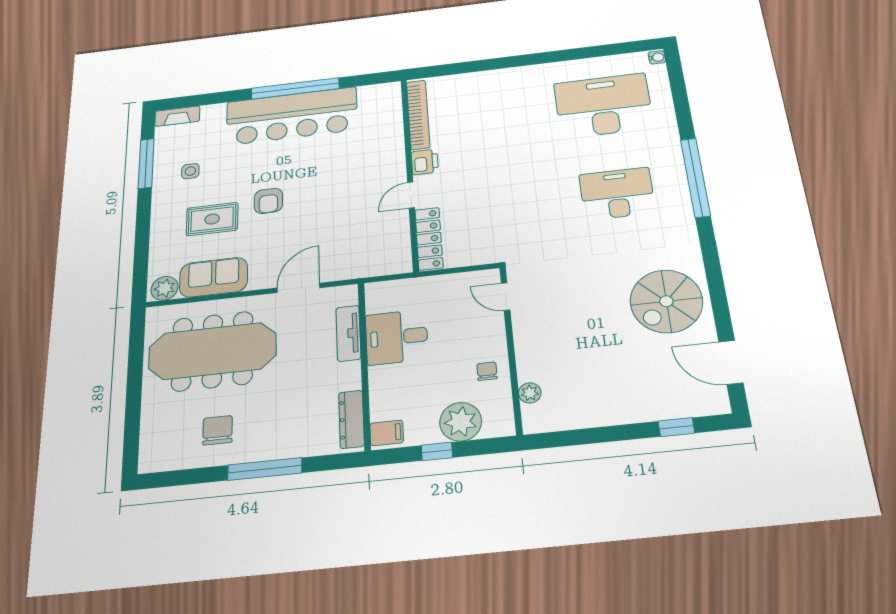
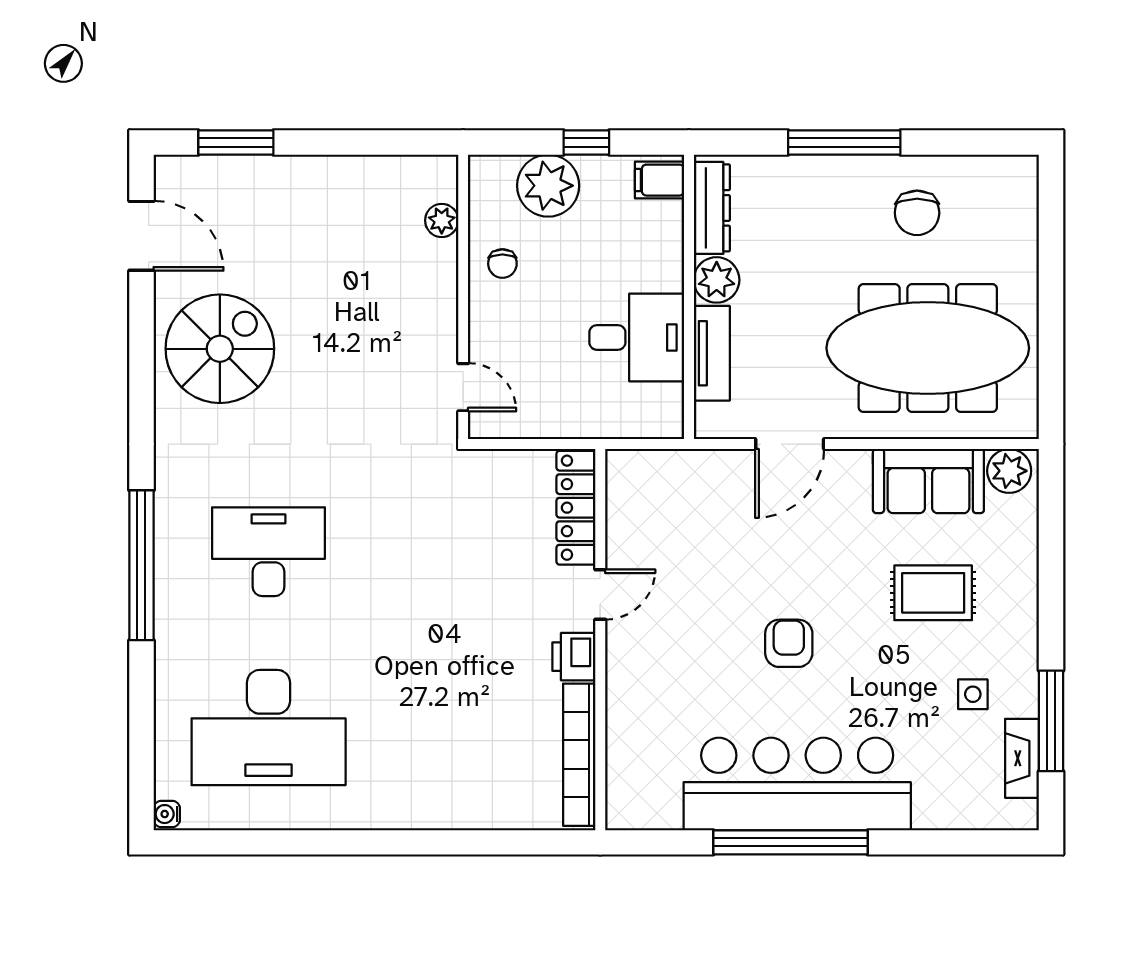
fireplace: (177, 116) -> (1022, 758), moved, turned -90
desk: (617, 194) -> (269, 552), turned 180
armchair: (268, 201) -> (789, 643), moved
plant: (347, 376) -> (717, 280), added
window: (676, 427) -> (236, 143), width x1.50

